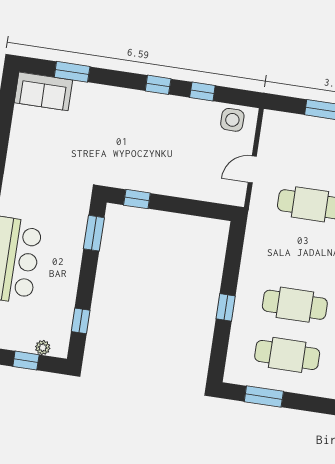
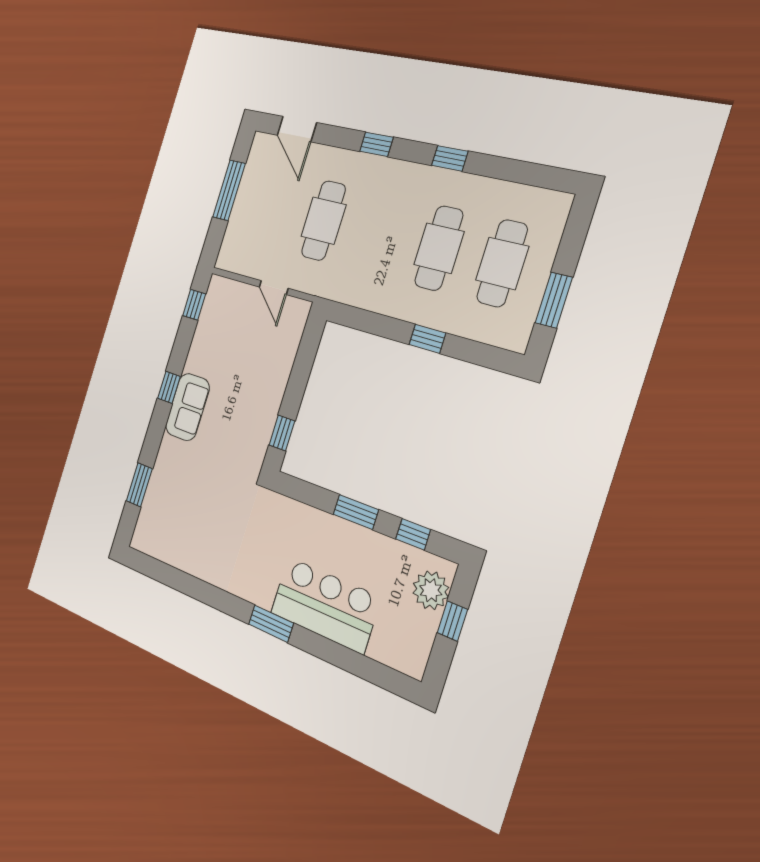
sofa: (43, 91) -> (187, 407), moved
window: (202, 92) -> (194, 305), moved
side table: (232, 120) -> (218, 306), removed
window: (94, 233) -> (356, 512), moved
plant: (43, 347) -> (431, 590), width x1.88, depth x1.88

